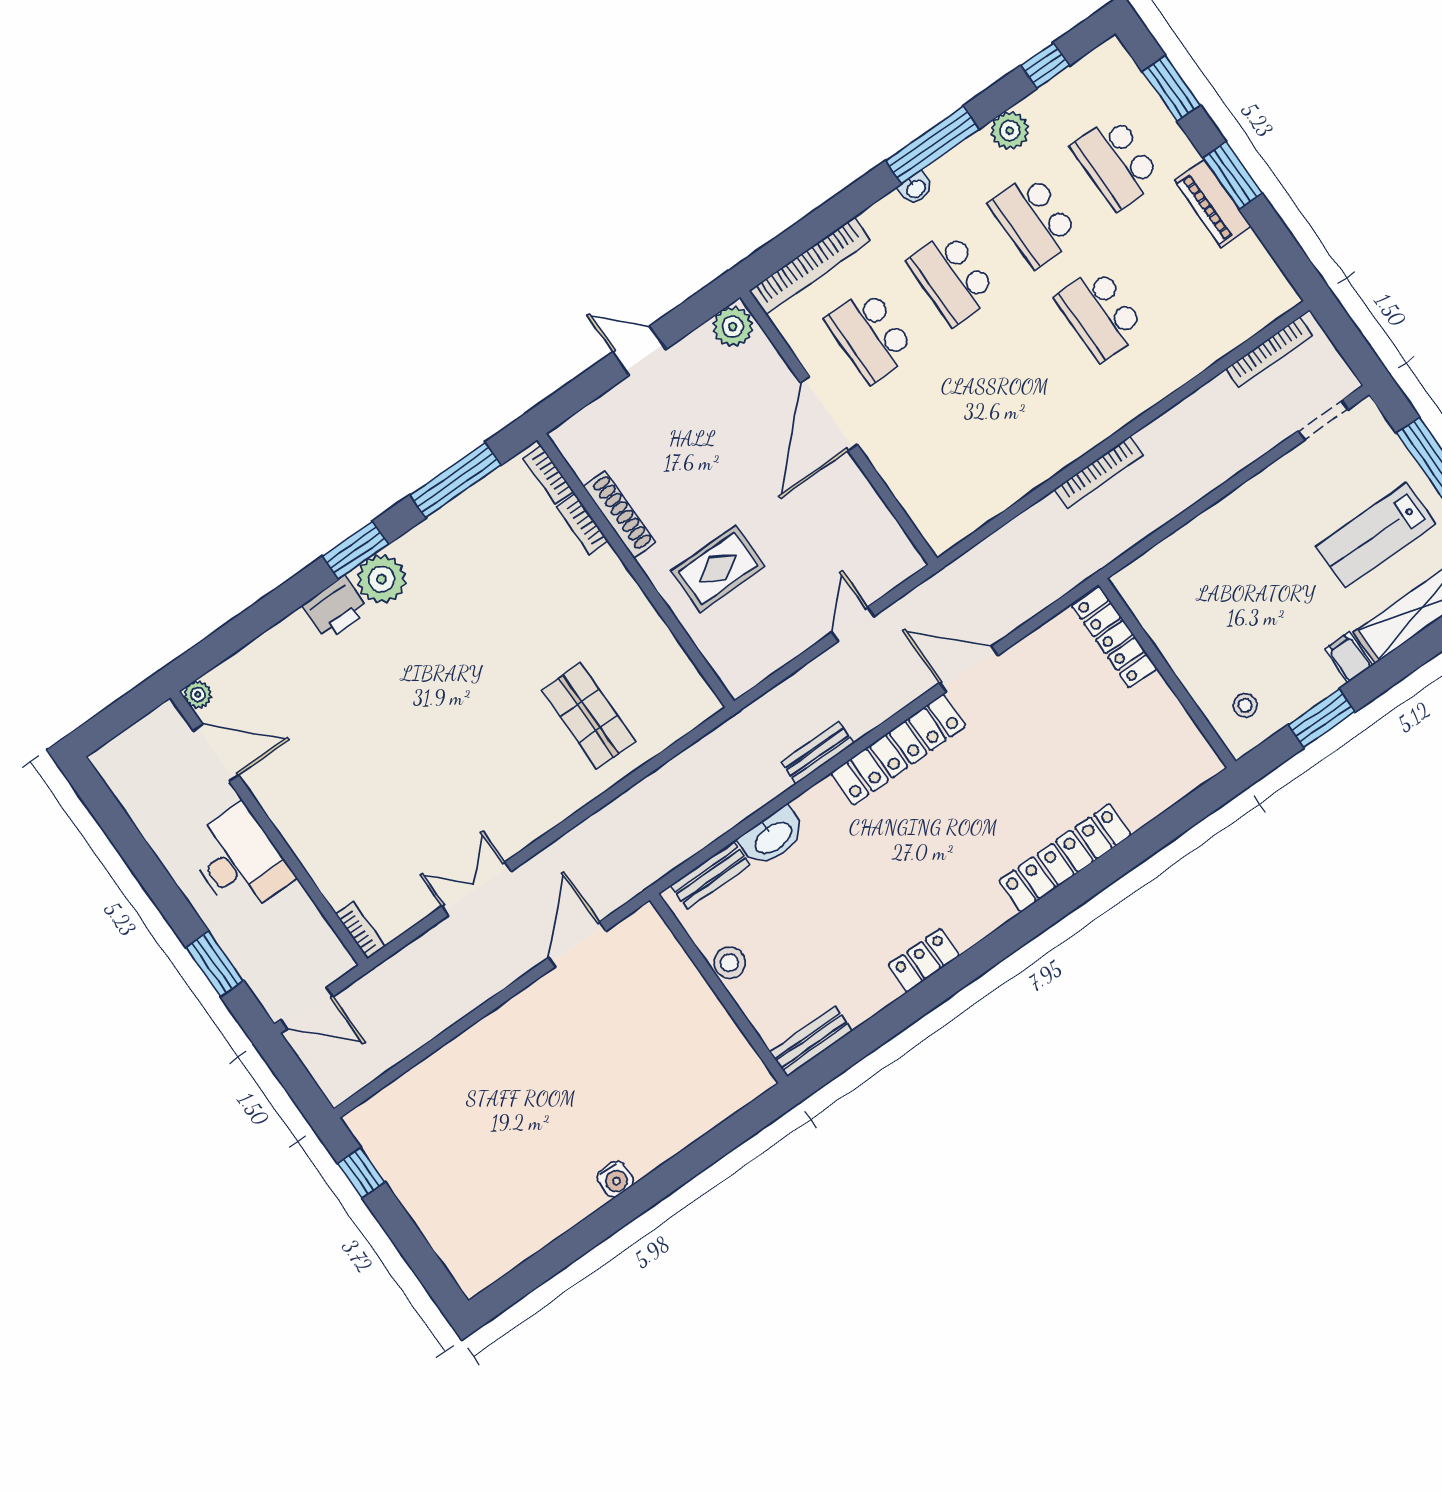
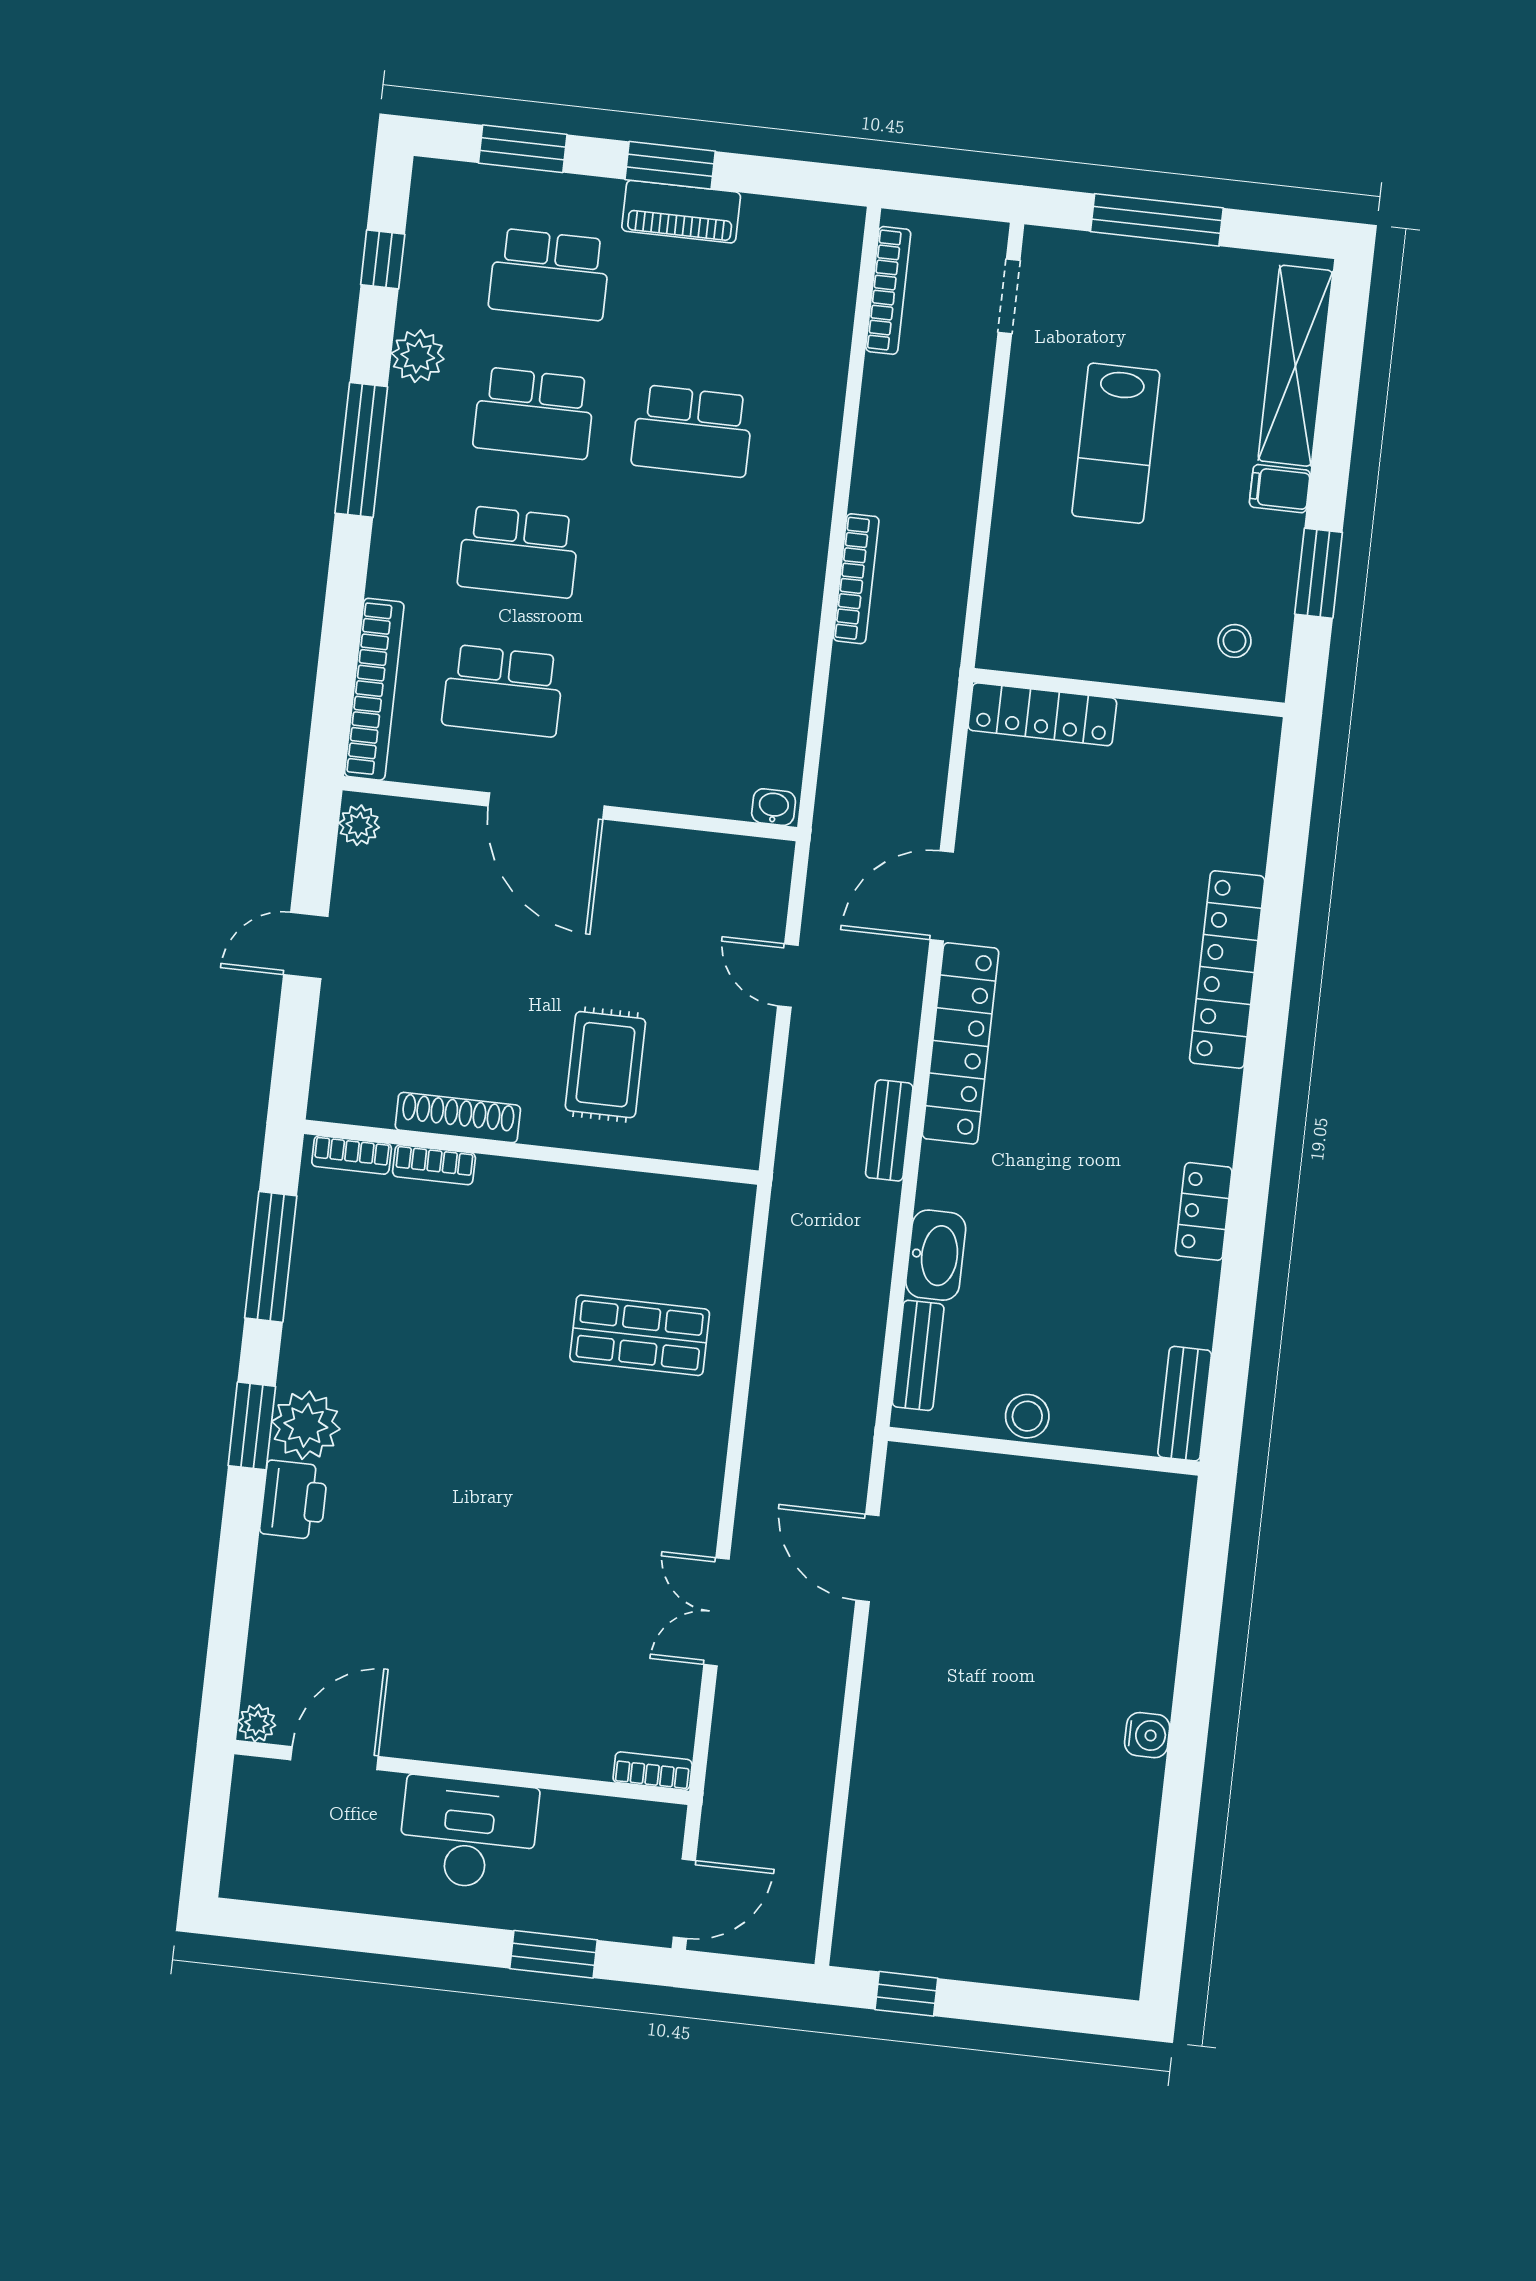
washbasin: (916, 188) -> (774, 807), moved, turned -90
plant: (733, 327) -> (359, 825), width x0.73, depth x0.73
lab bench: (1376, 535) -> (1116, 443), moved

